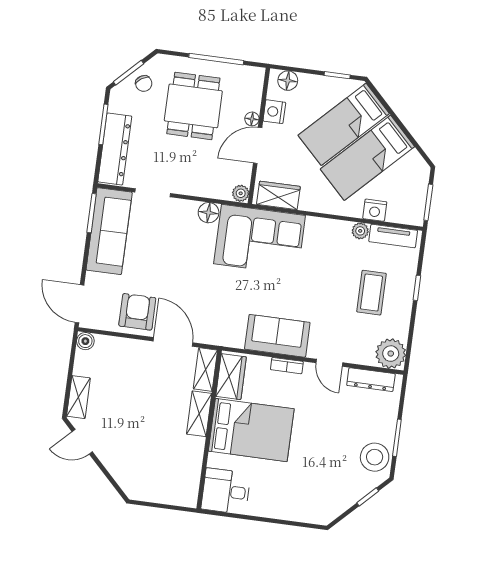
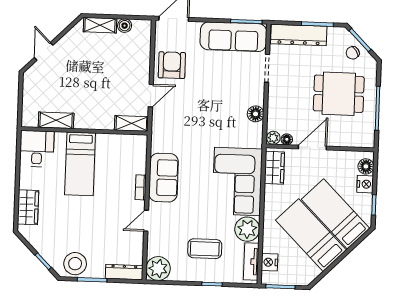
nightstand: (274, 112) -> (365, 184), moved, turned 90
floor lamp: (252, 119) -> (287, 139), moved
door: (258, 145) -> (312, 148), hinge flipped
nightstand: (375, 210) -> (270, 262), moved
plant: (360, 231) -> (247, 229), width x1.87, depth x1.87
corner sofa: (260, 240) -> (237, 182), moved
armchair: (137, 312) -> (172, 65), turned -90
boiler: (85, 341) -> (125, 26), moved
door: (173, 342) -> (151, 96), width x0.73
wardrobe: (231, 377) -> (28, 207), moved, turned -90
dresser: (371, 380) -> (124, 272), moved, turned 90
shelving: (199, 414) -> (56, 120), moved
bed: (251, 430) -> (80, 164), width x0.67
door: (82, 442) -> (44, 51), moved

